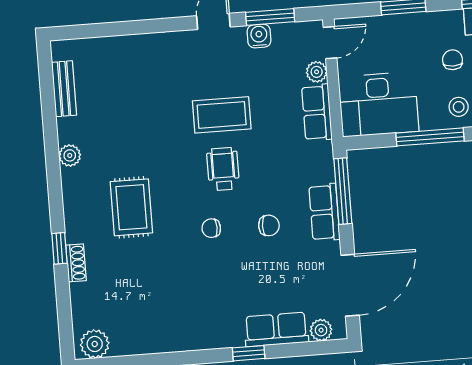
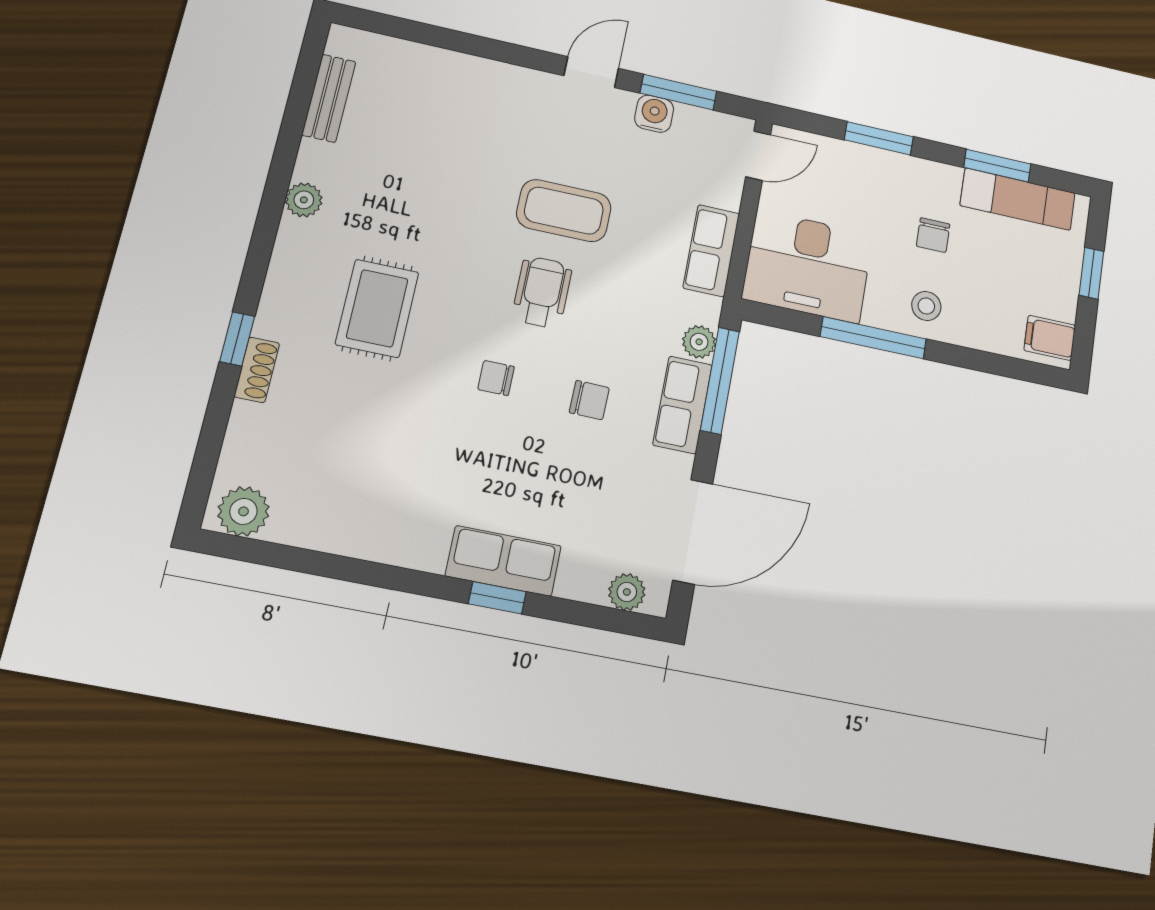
chair: (453, 60) -> (933, 235), turned 180
plant: (317, 72) -> (699, 342), moved
row of seats: (276, 329) -> (503, 561), moved

